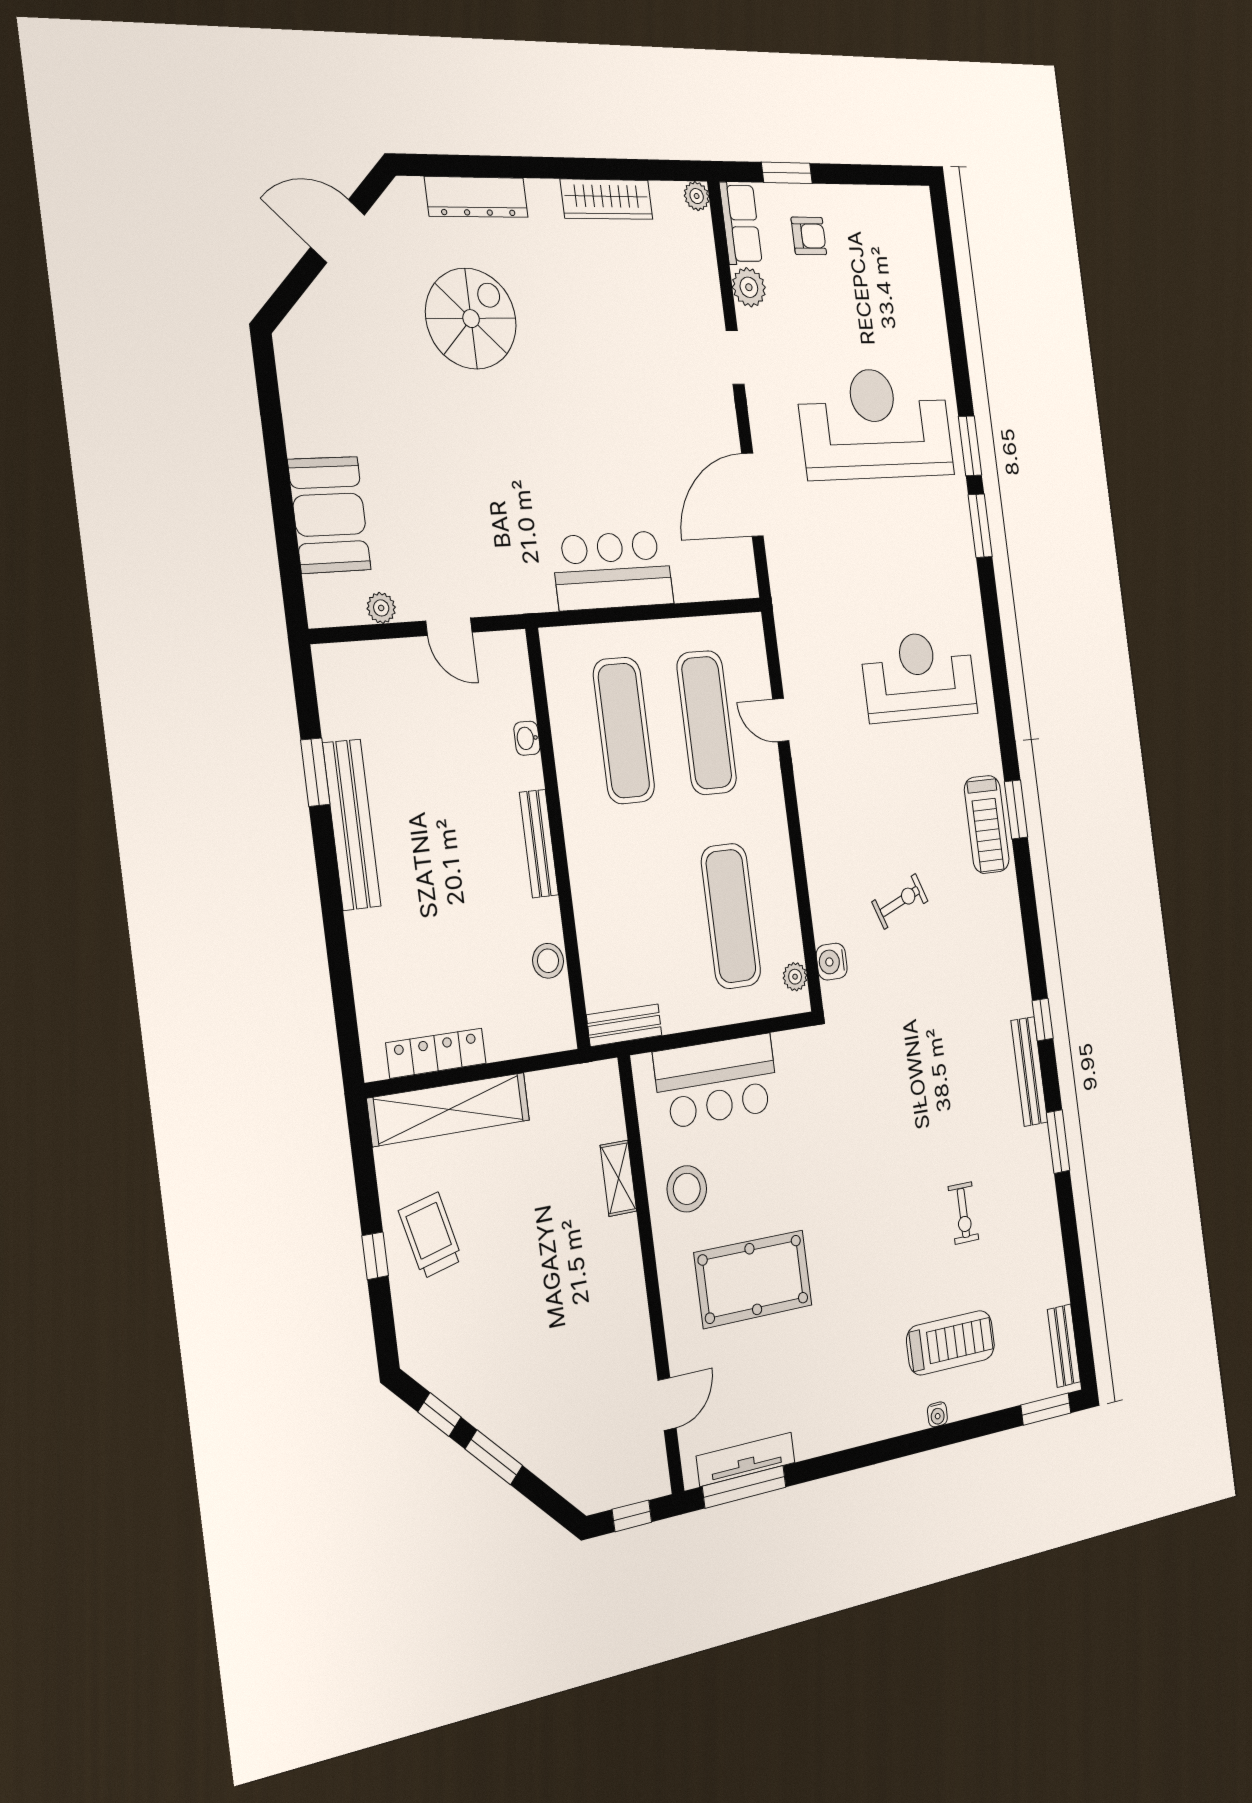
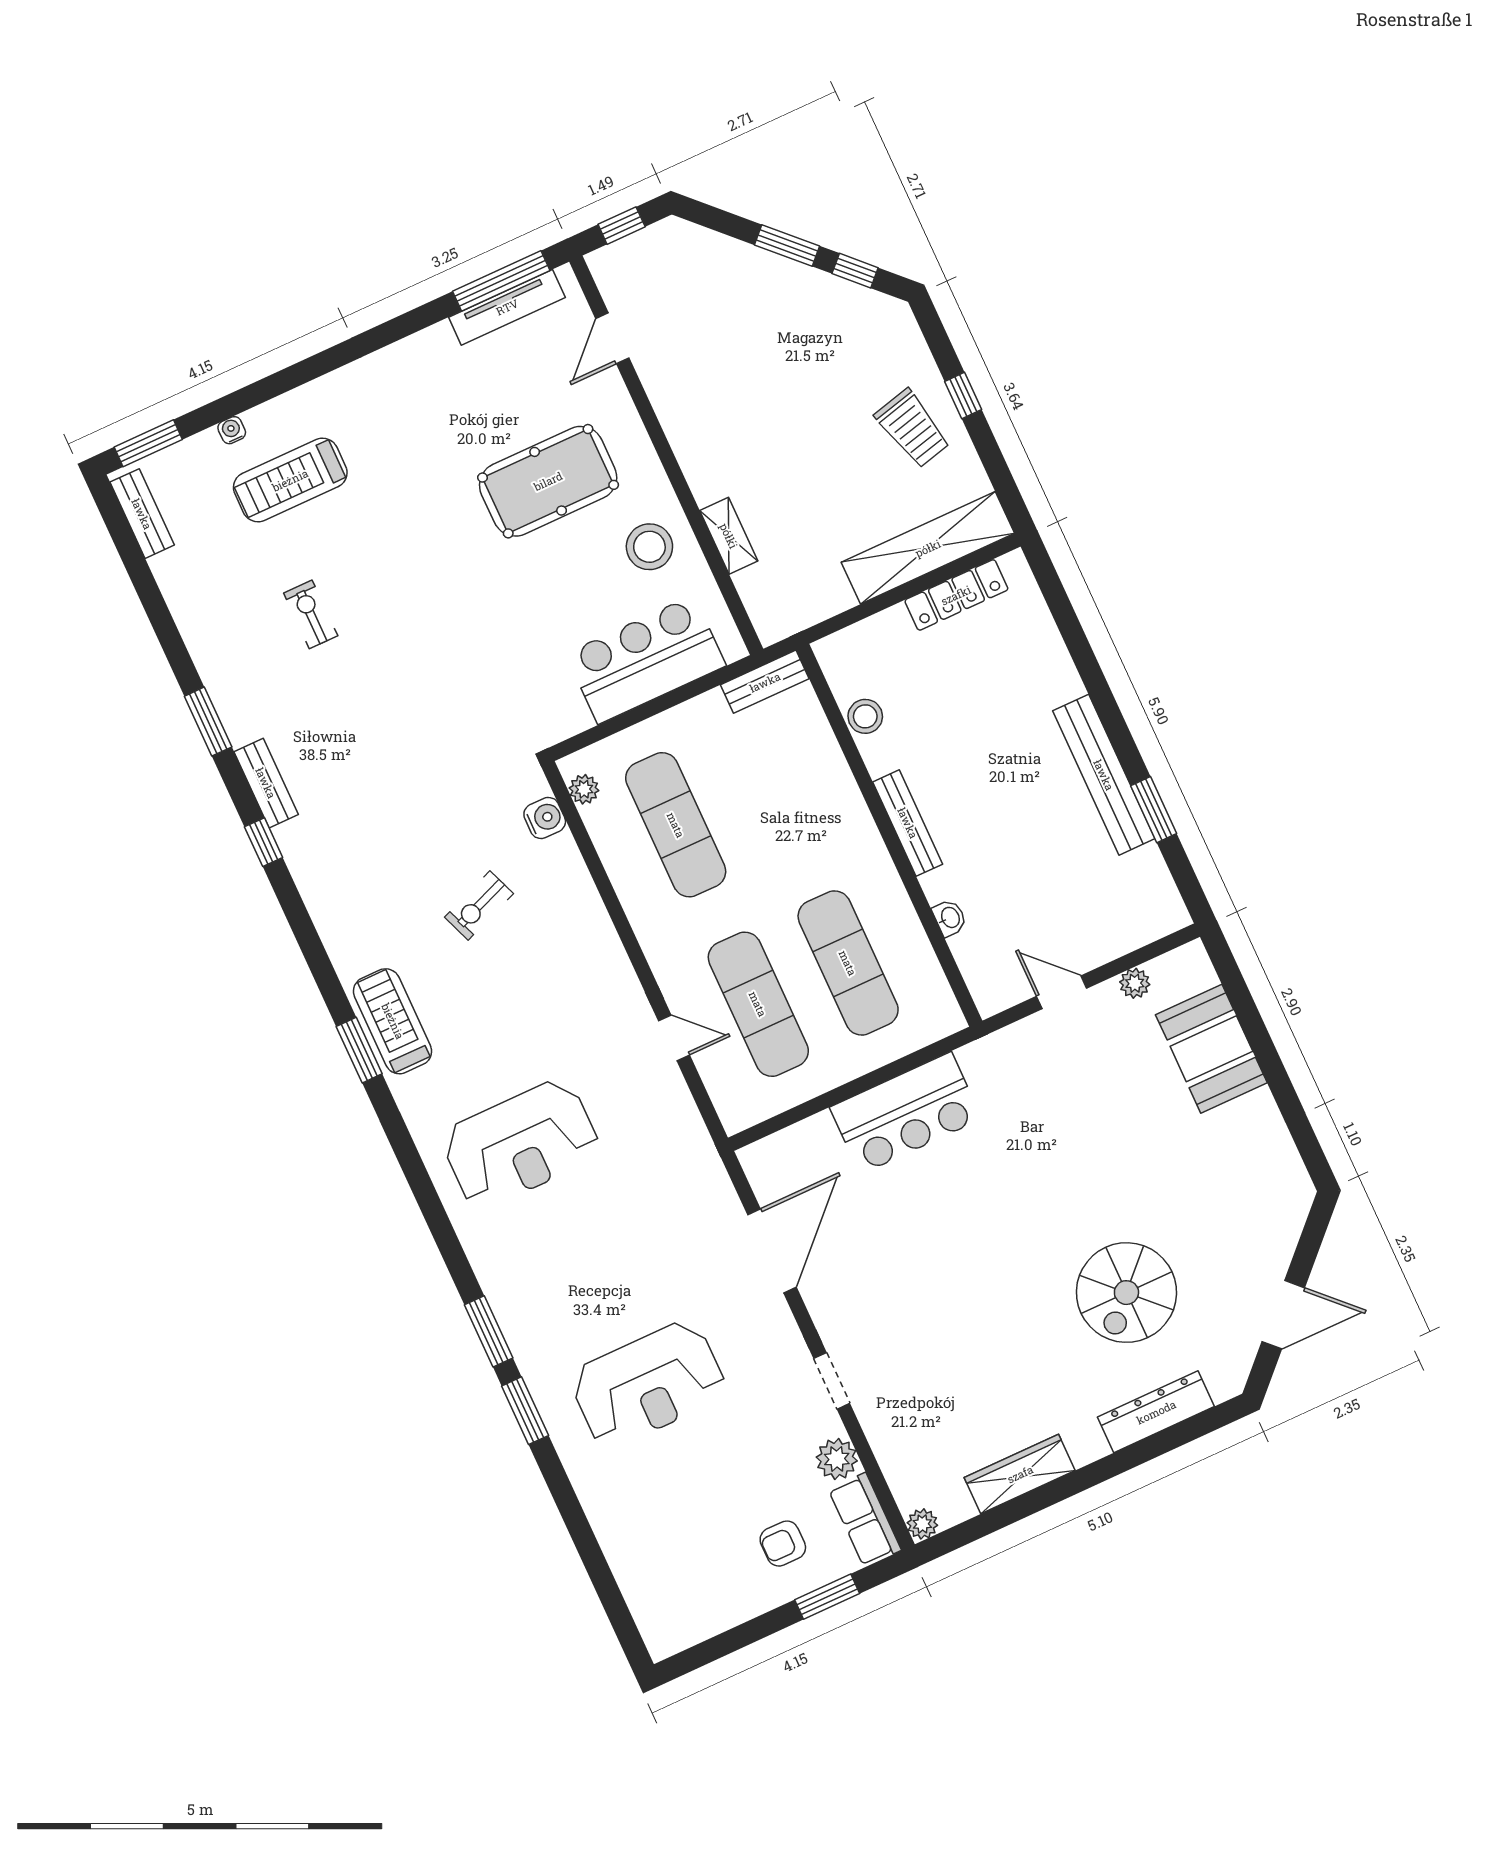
reception desk: (875, 424) -> (648, 1384), width x0.74, depth x0.77
bench: (1029, 1071) -> (266, 783), width x0.73
water cooler: (937, 1414) -> (232, 430), moved

